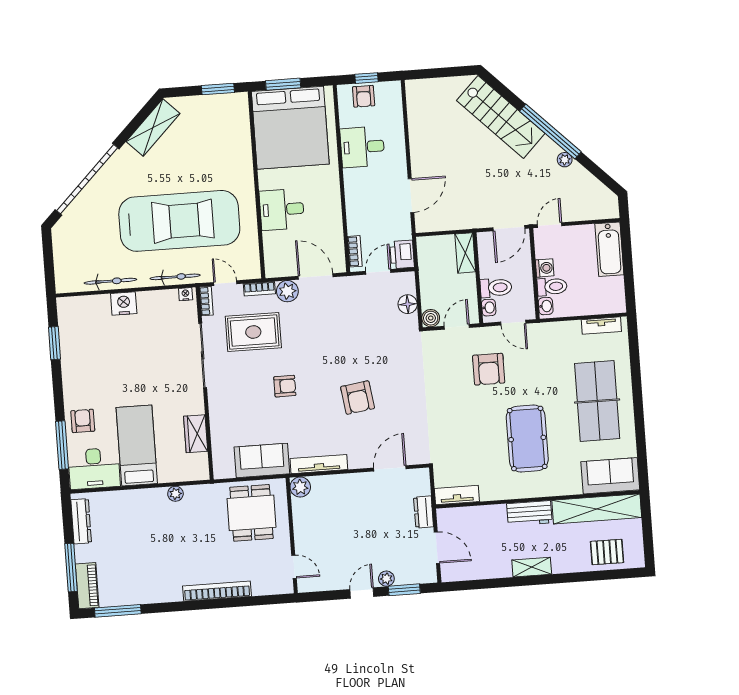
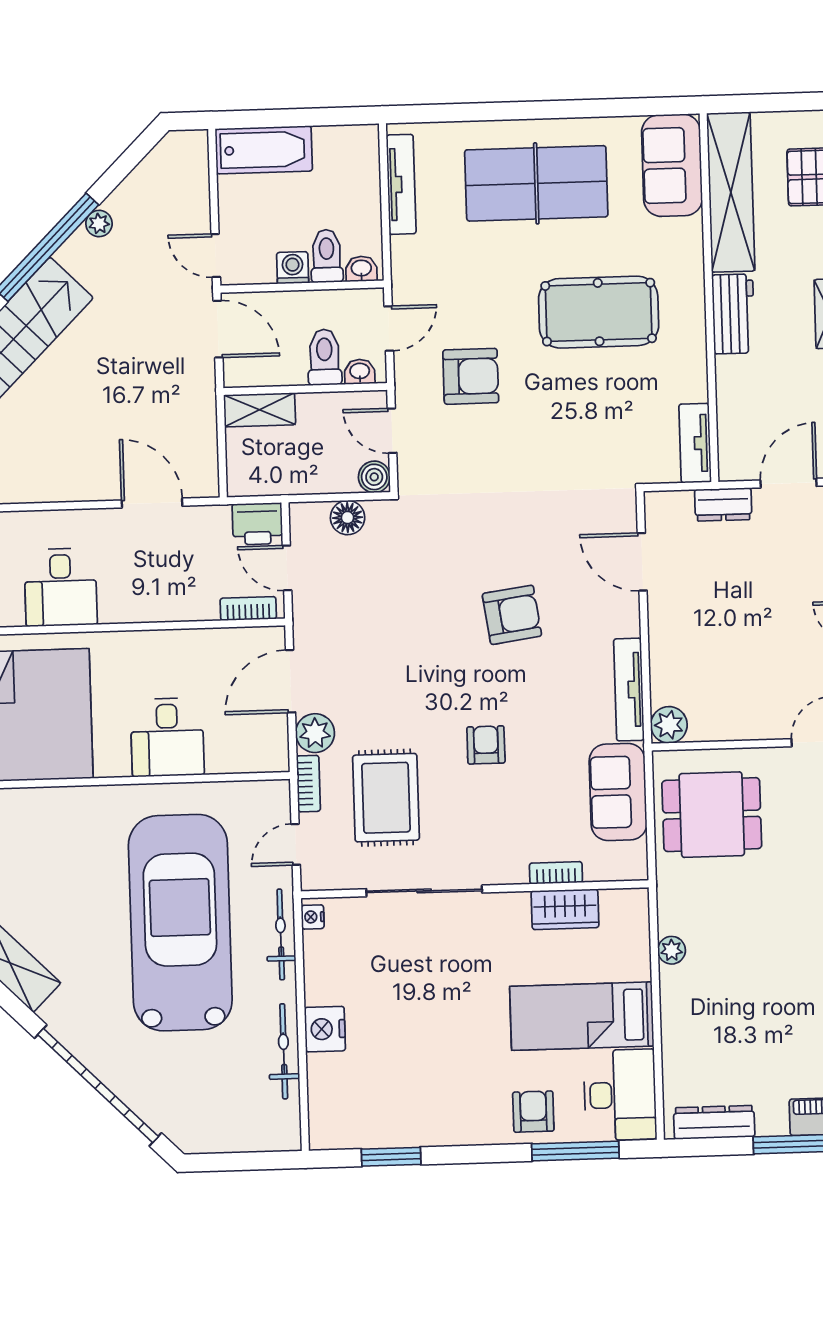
bookcase: (206, 301) -> (556, 873), moved
tv unit: (601, 326) -> (401, 184), width x1.41
armchair: (83, 421) -> (533, 1112), turned 90

